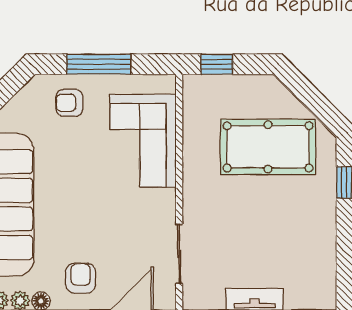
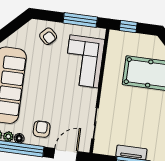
window: (99, 64) -> (80, 20), moved
armchair: (69, 103) -> (48, 36), turned -136

